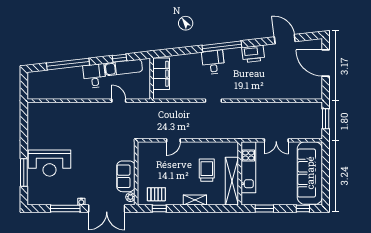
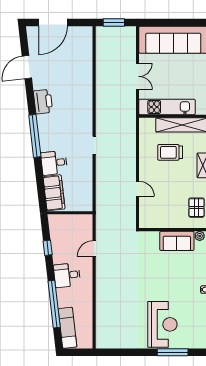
desk: (213, 62) -> (54, 163), moved
exam couch: (124, 67) -> (68, 328), moved
filing cabinet: (161, 74) -> (54, 193), moved, turned 83

